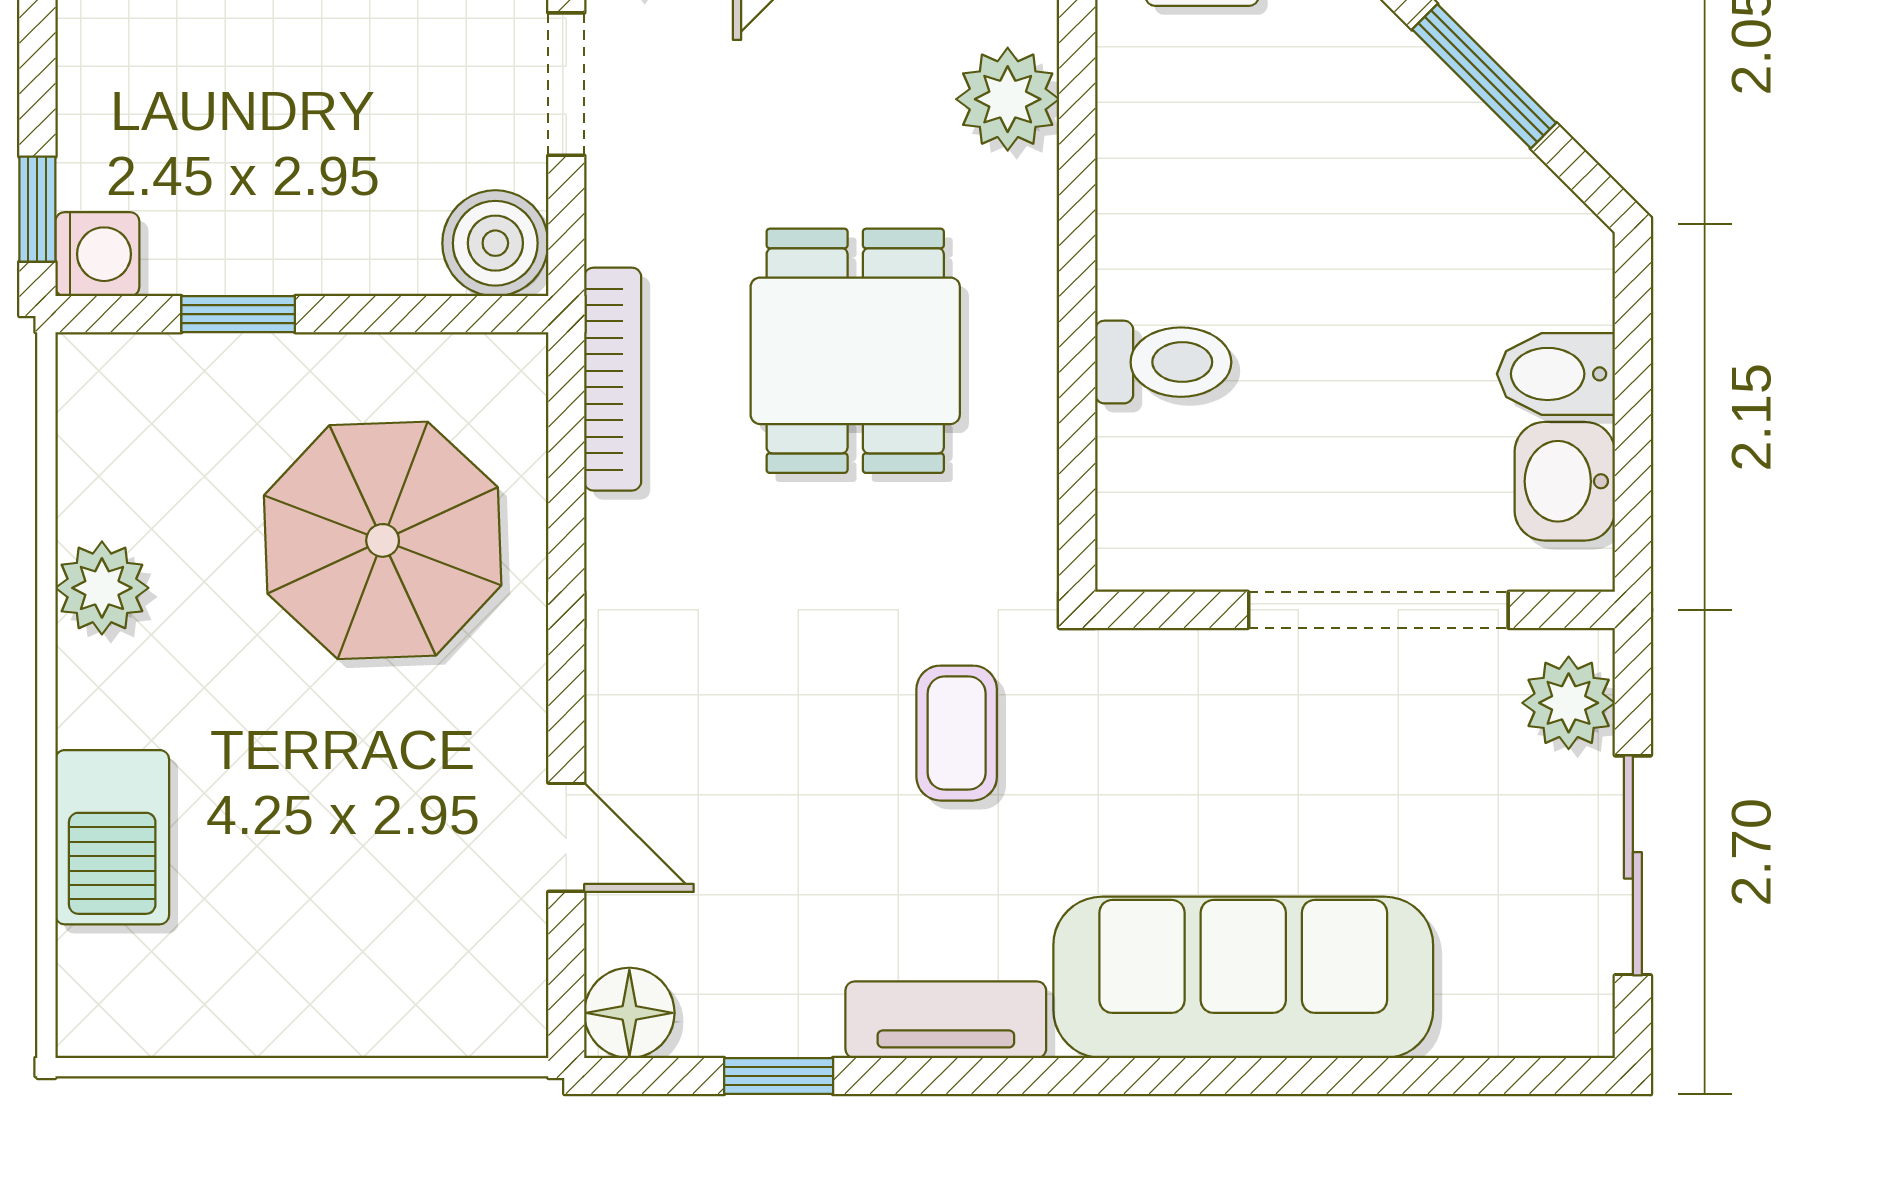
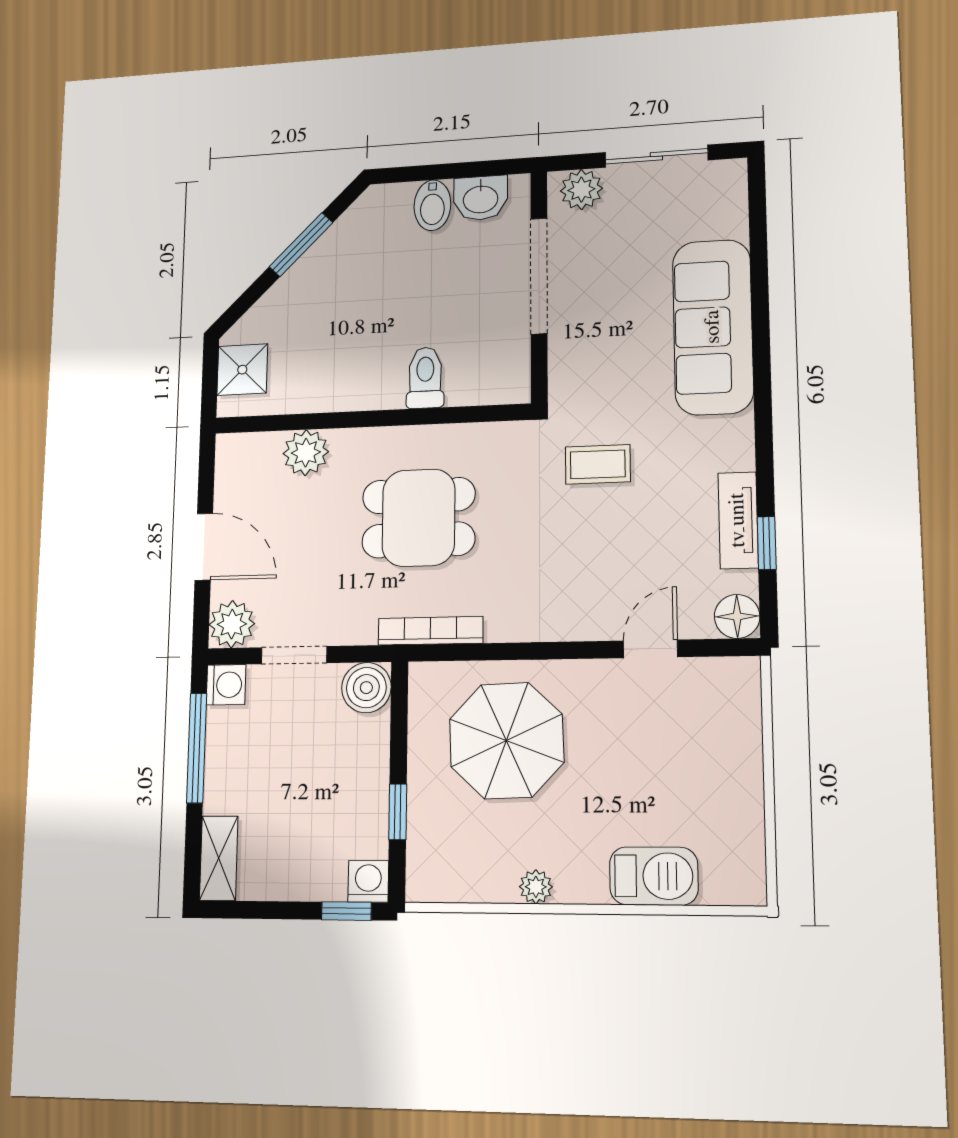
plant: (102, 588) -> (536, 887), width x0.73, depth x0.73
tv unit: (946, 1020) -> (738, 520), moved

